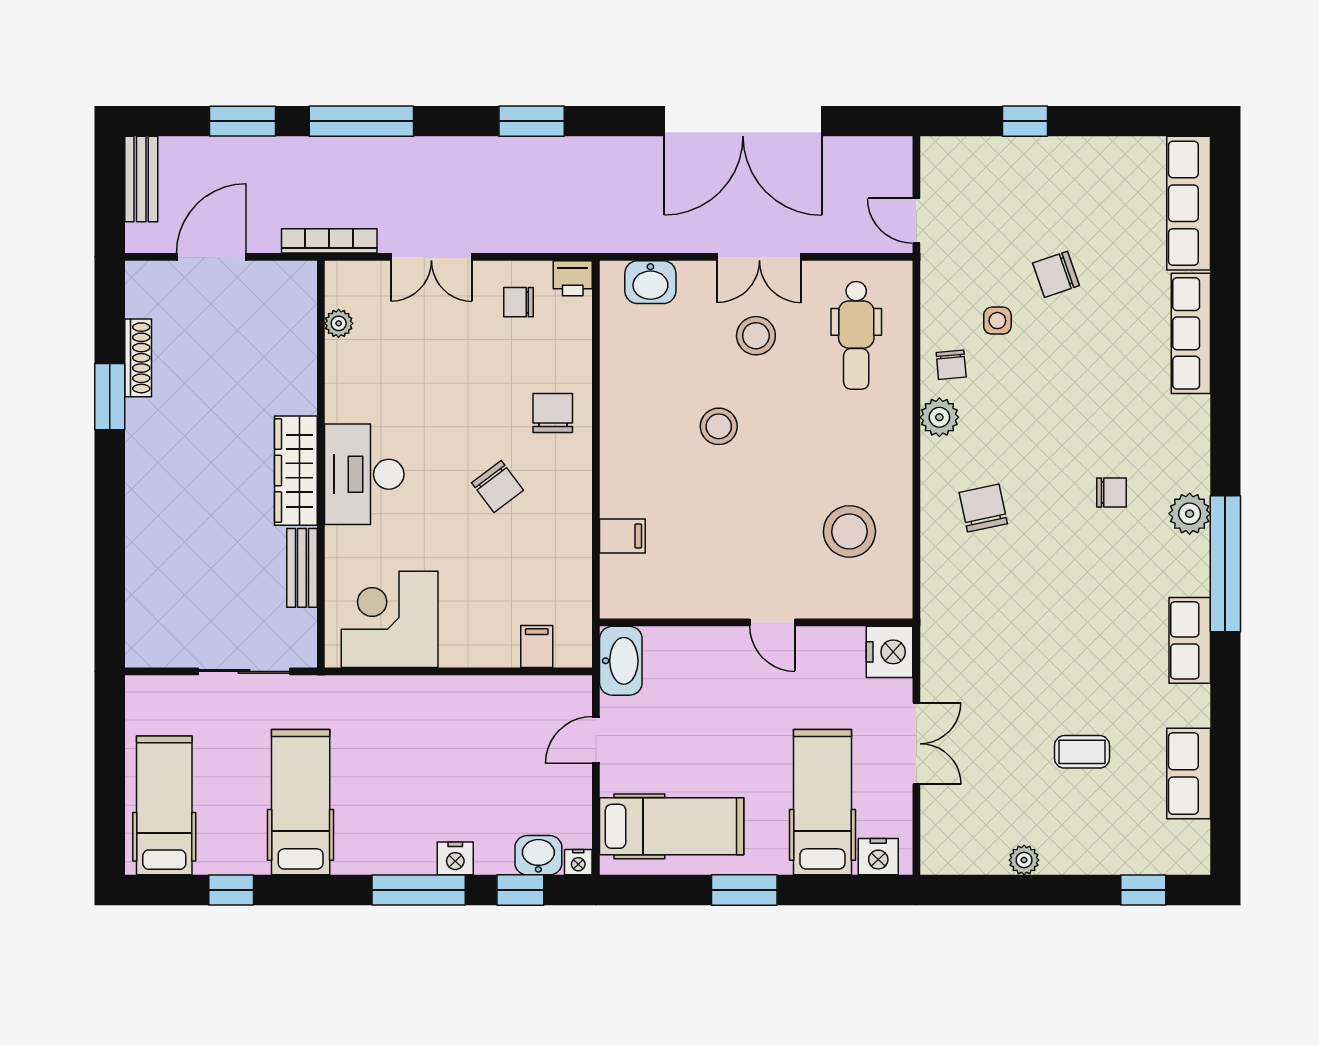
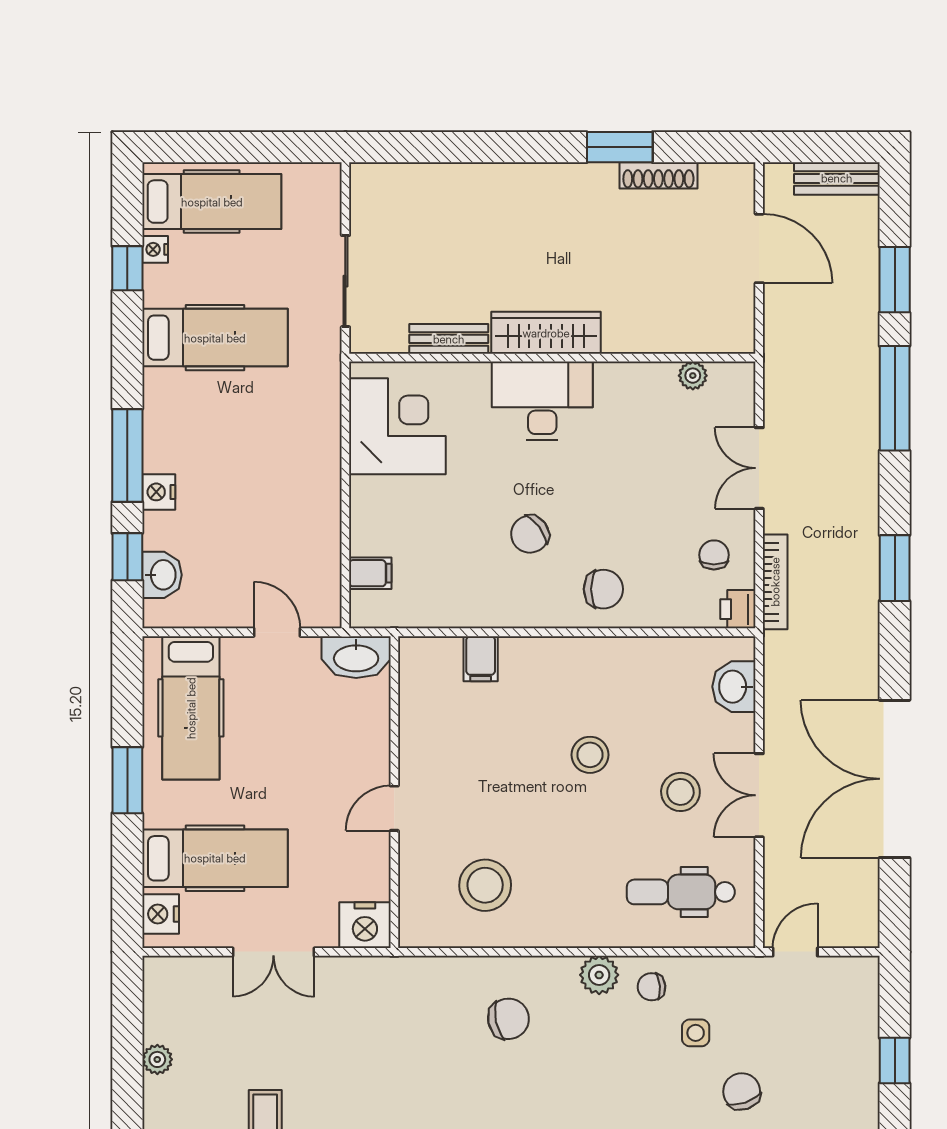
bookcase: (329, 241) -> (775, 582), moved
nightstand: (578, 862) -> (155, 249), moved

